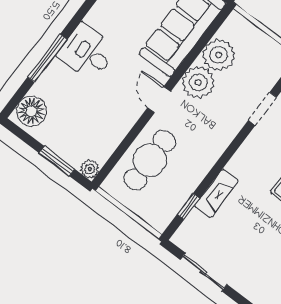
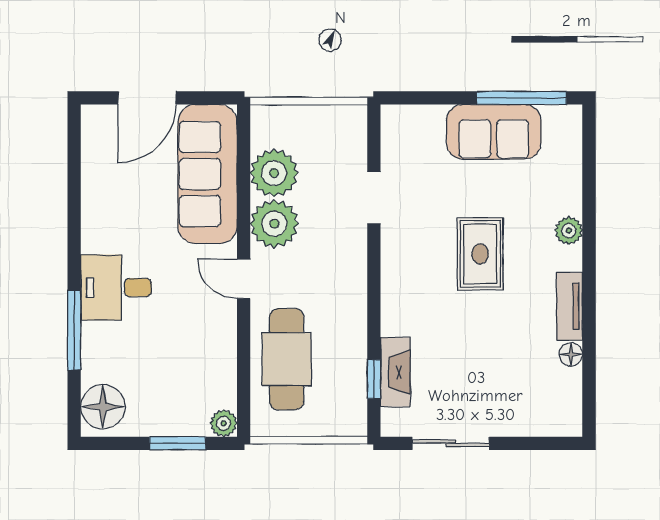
fireplace: (216, 193) -> (395, 372), moved

